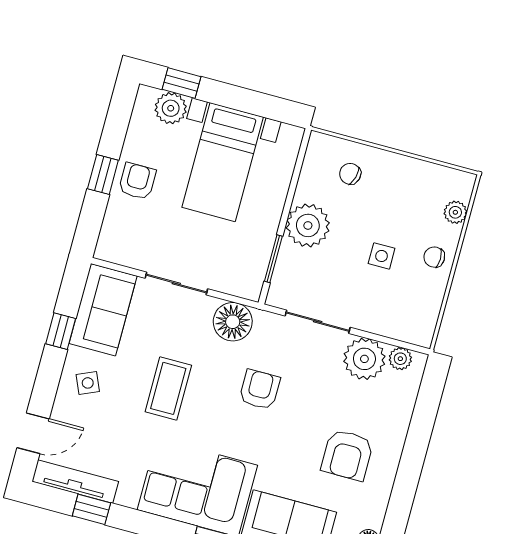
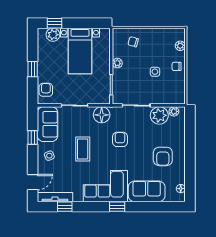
armchair: (137, 181) -> (46, 90), moved
plant: (308, 225) -> (117, 63), width x0.53, depth x0.53

